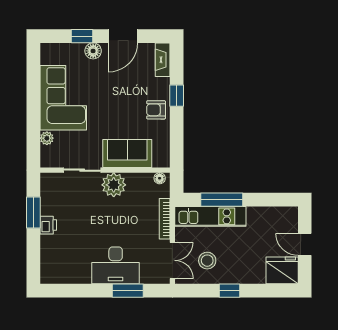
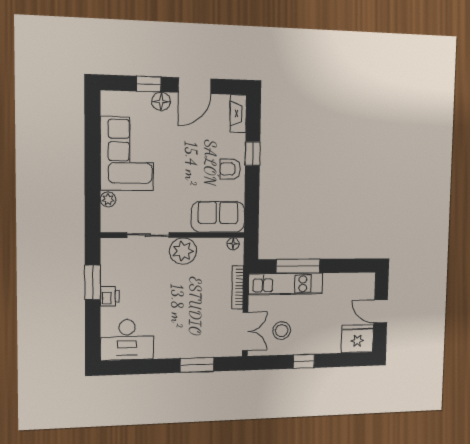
sofa: (127, 153) -> (218, 217), moved
desk: (116, 265) -> (127, 340), moved

